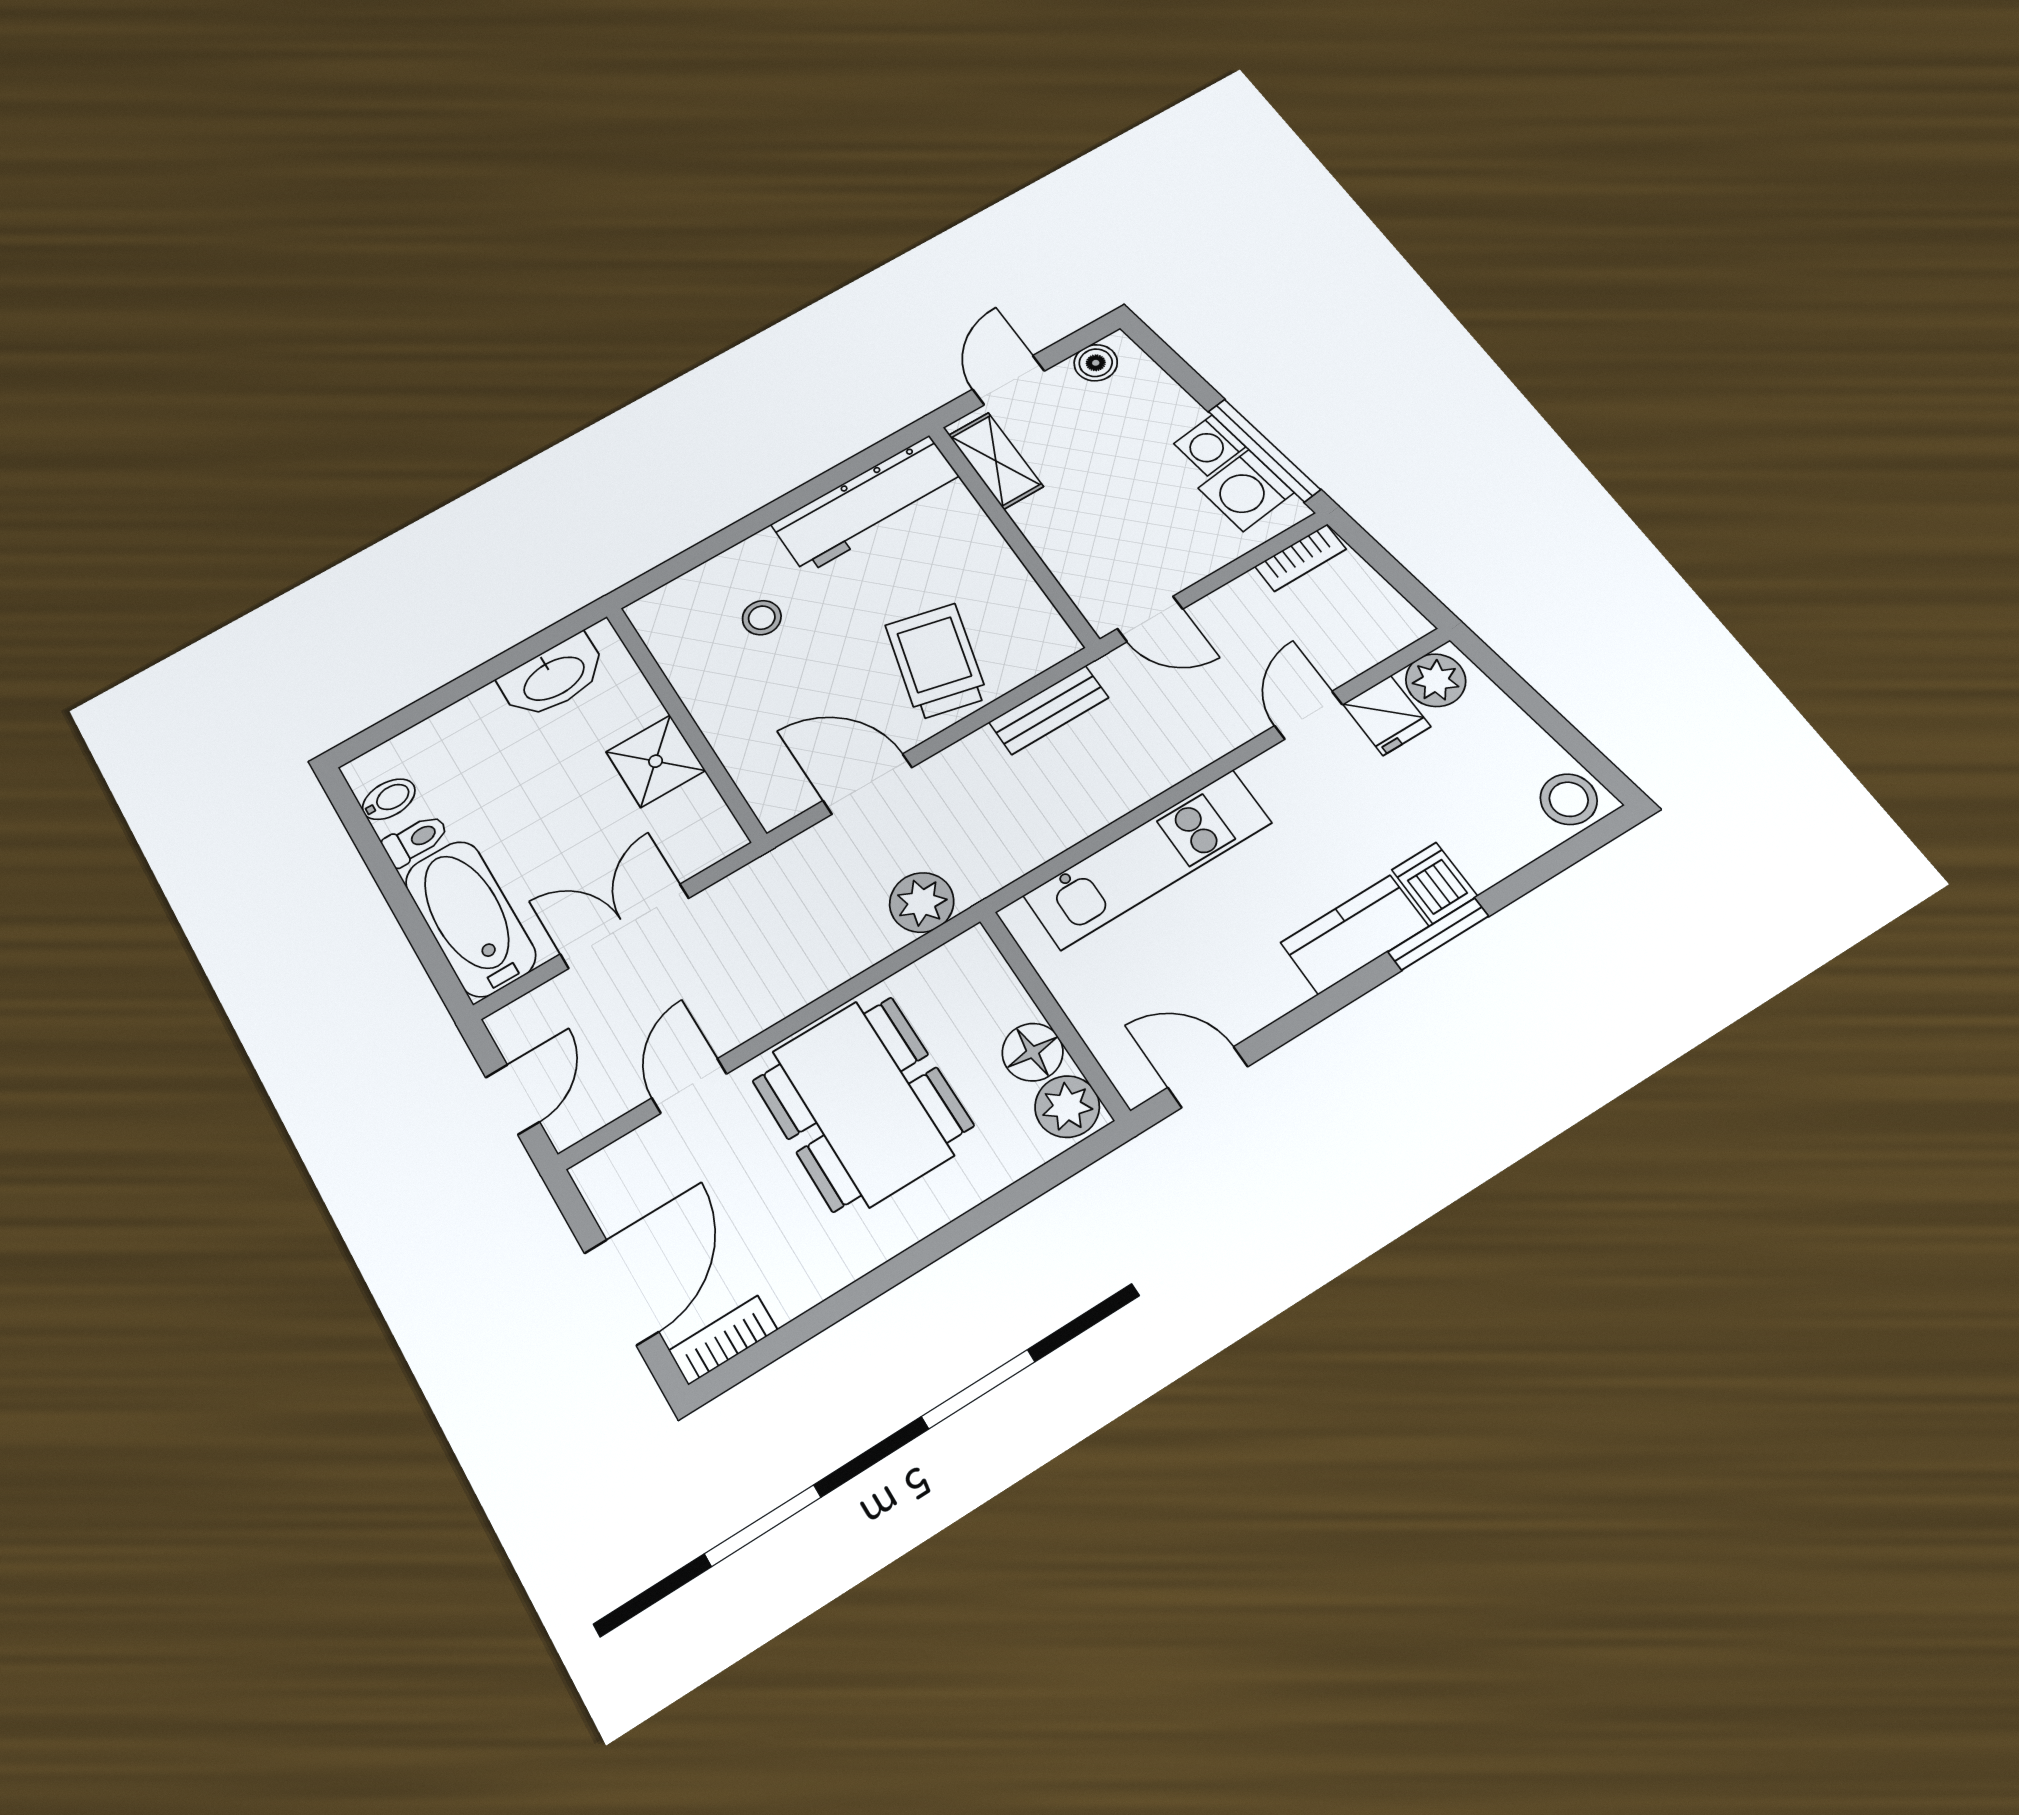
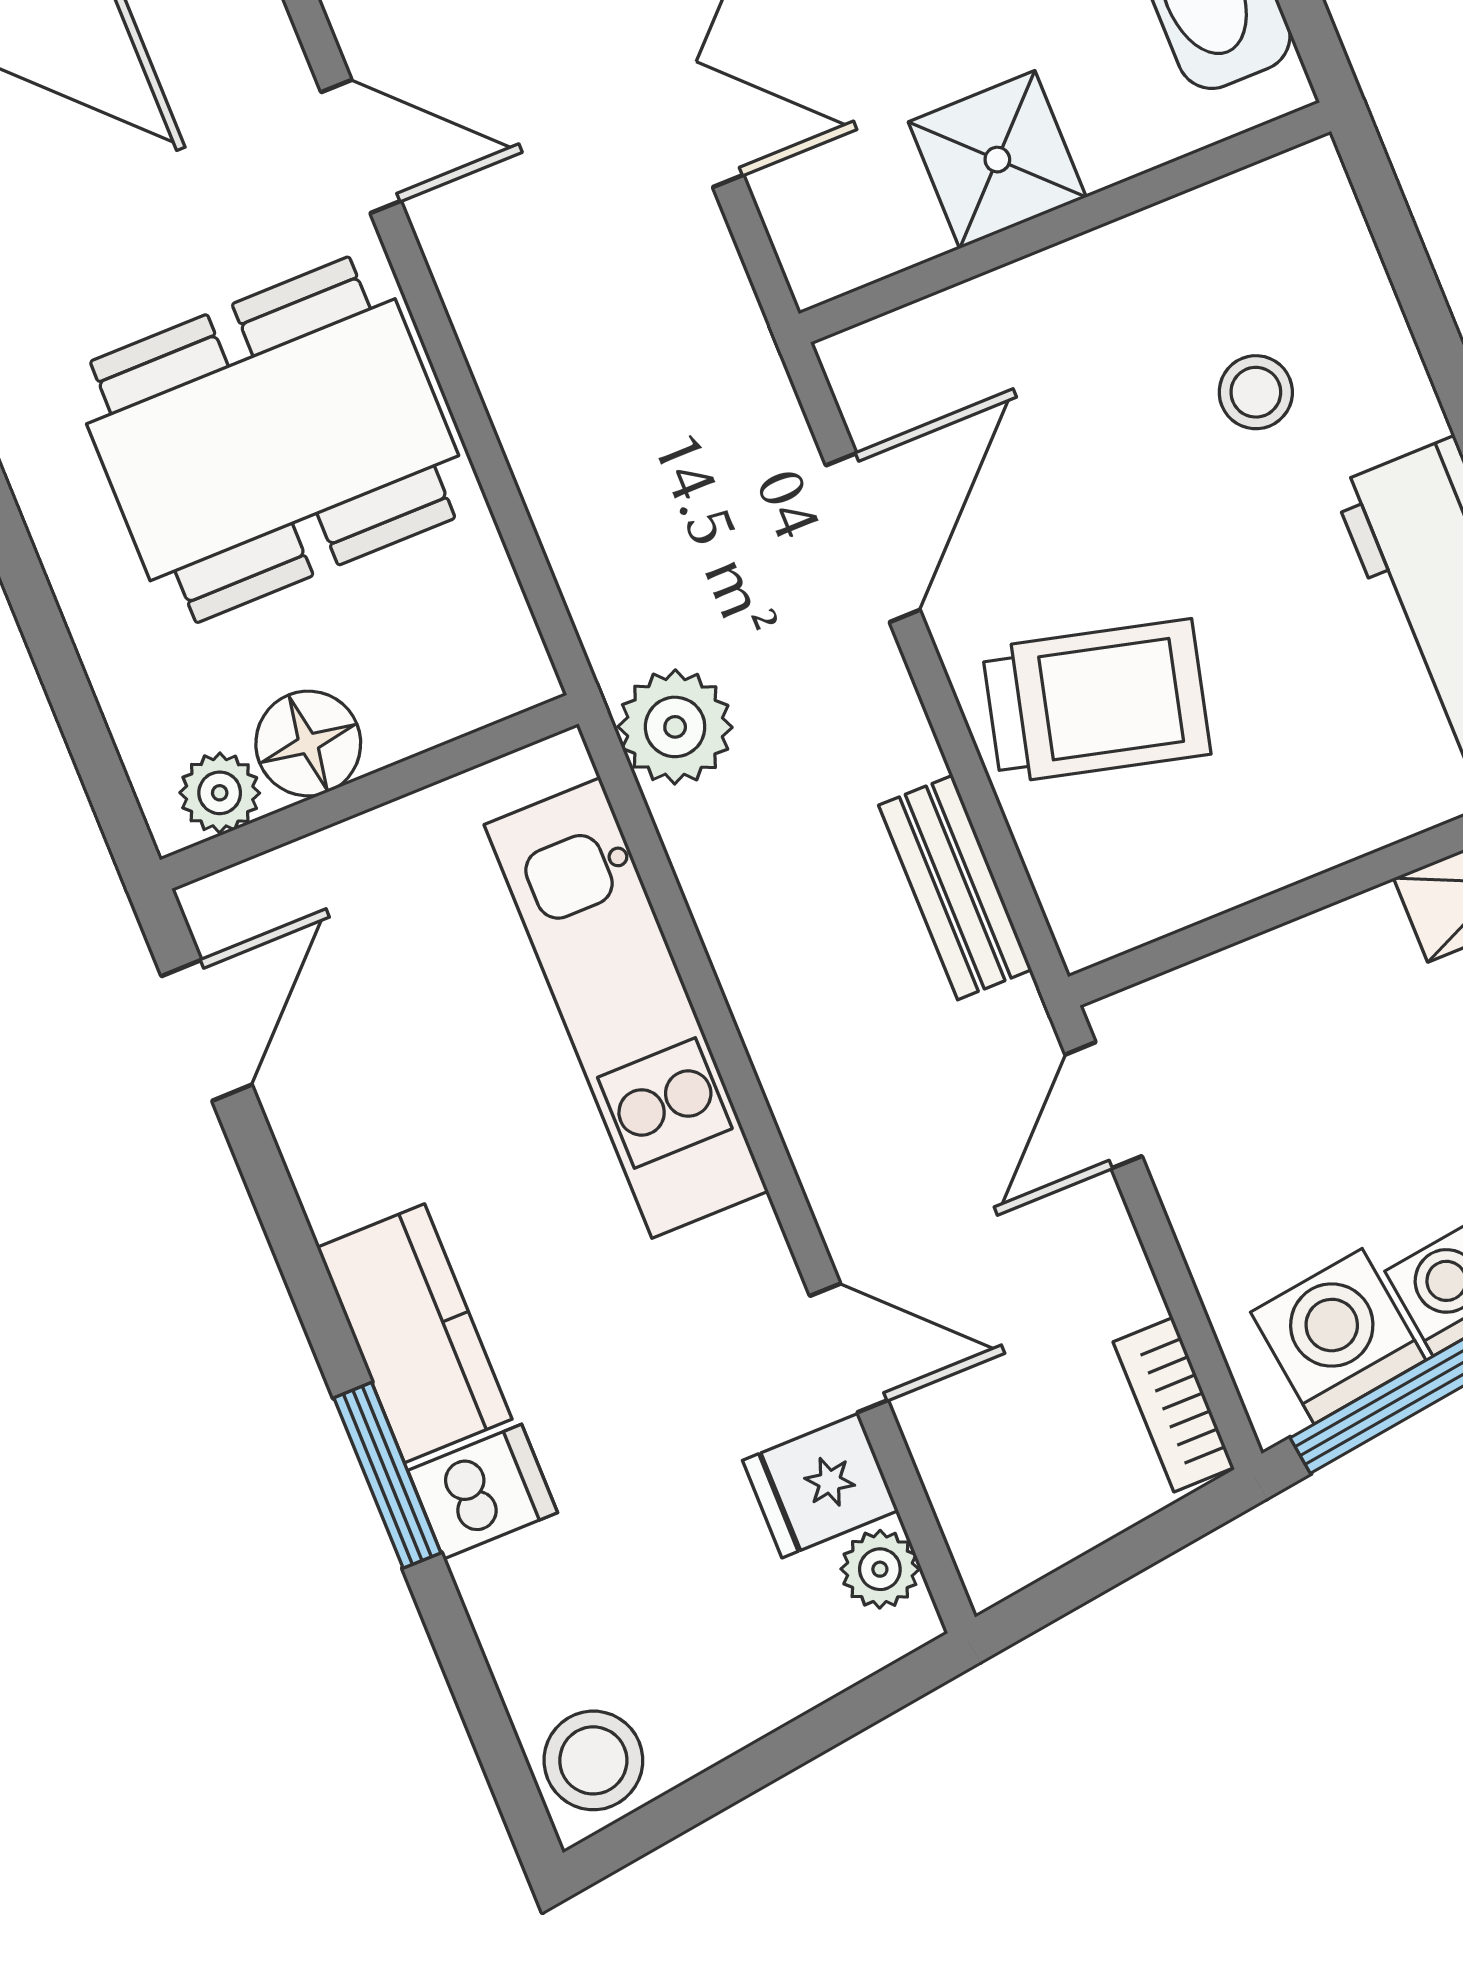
plant: (1436, 680) -> (880, 1569), width x0.73, depth x0.73
plant: (922, 902) -> (675, 727), moved
plant: (1067, 1107) -> (220, 793), width x0.73, depth x0.73

